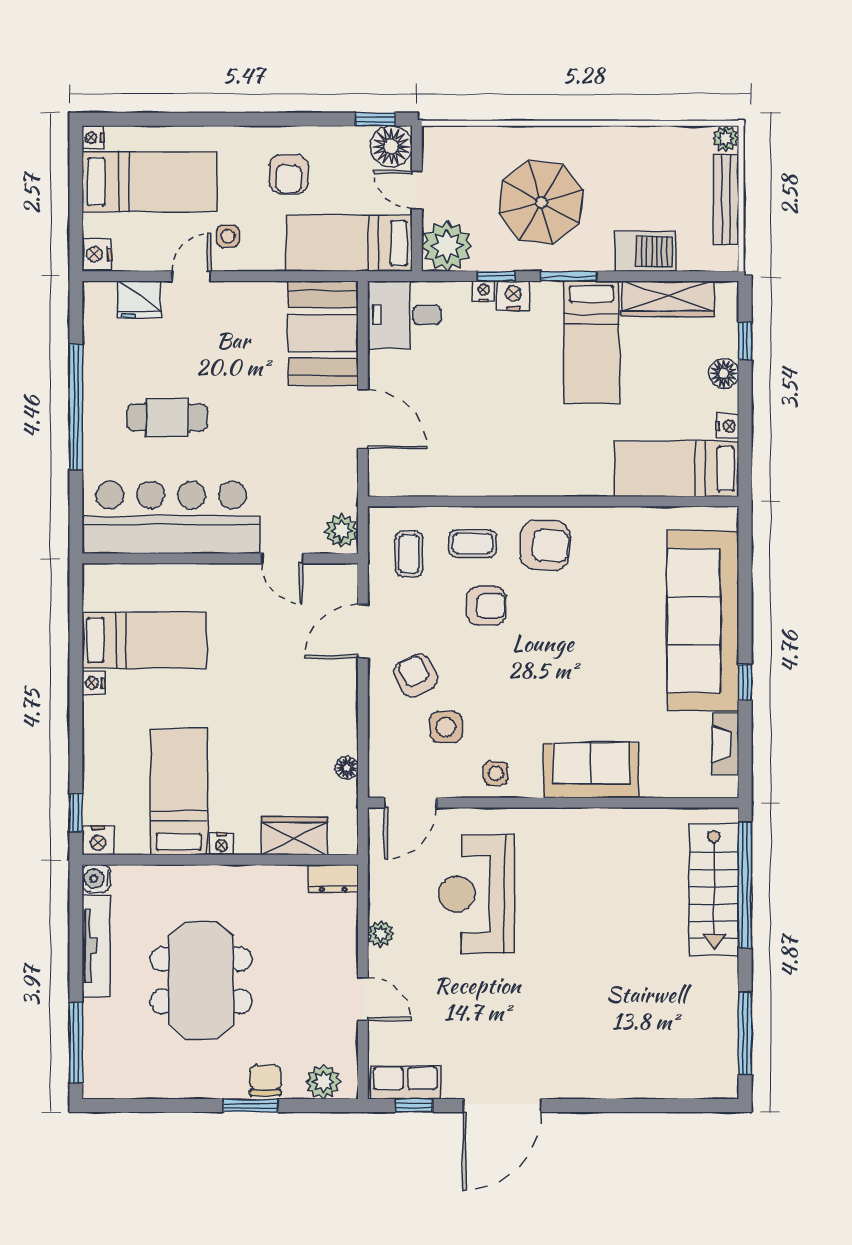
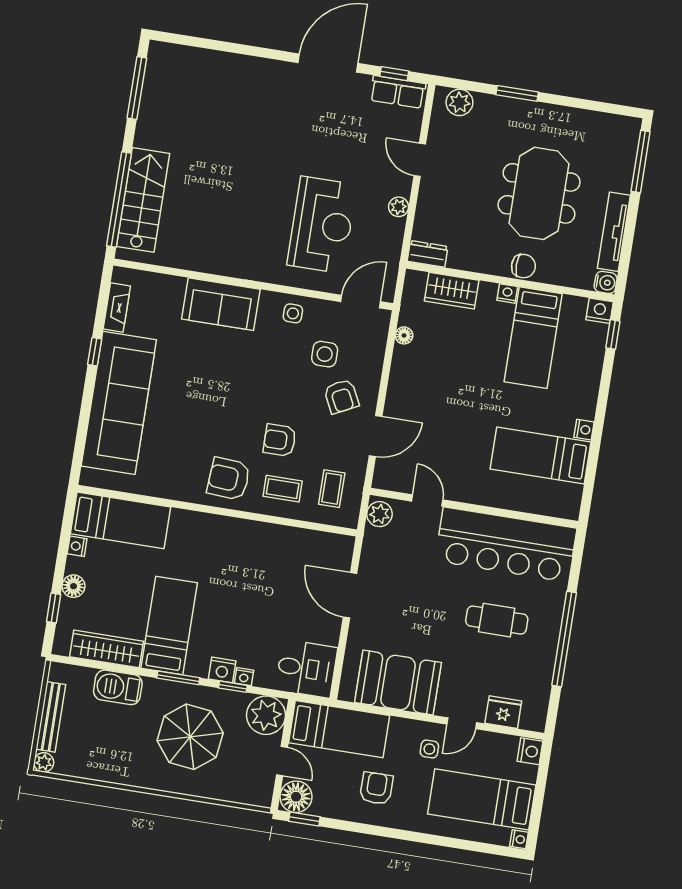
booth: (323, 333) -> (398, 683), moved, turned 90
chair: (265, 1080) -> (523, 266), moved, turned -90

